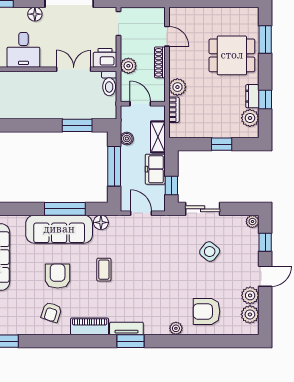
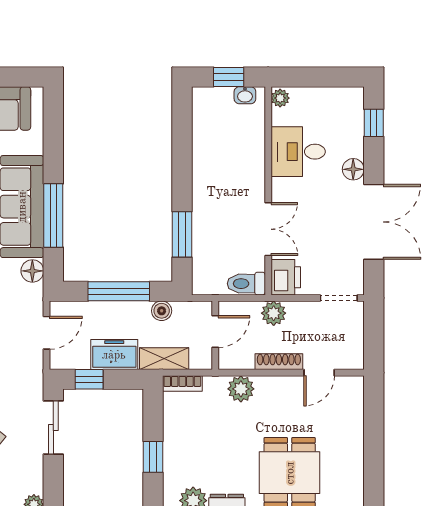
bookcase: (174, 110) -> (182, 383), moved

